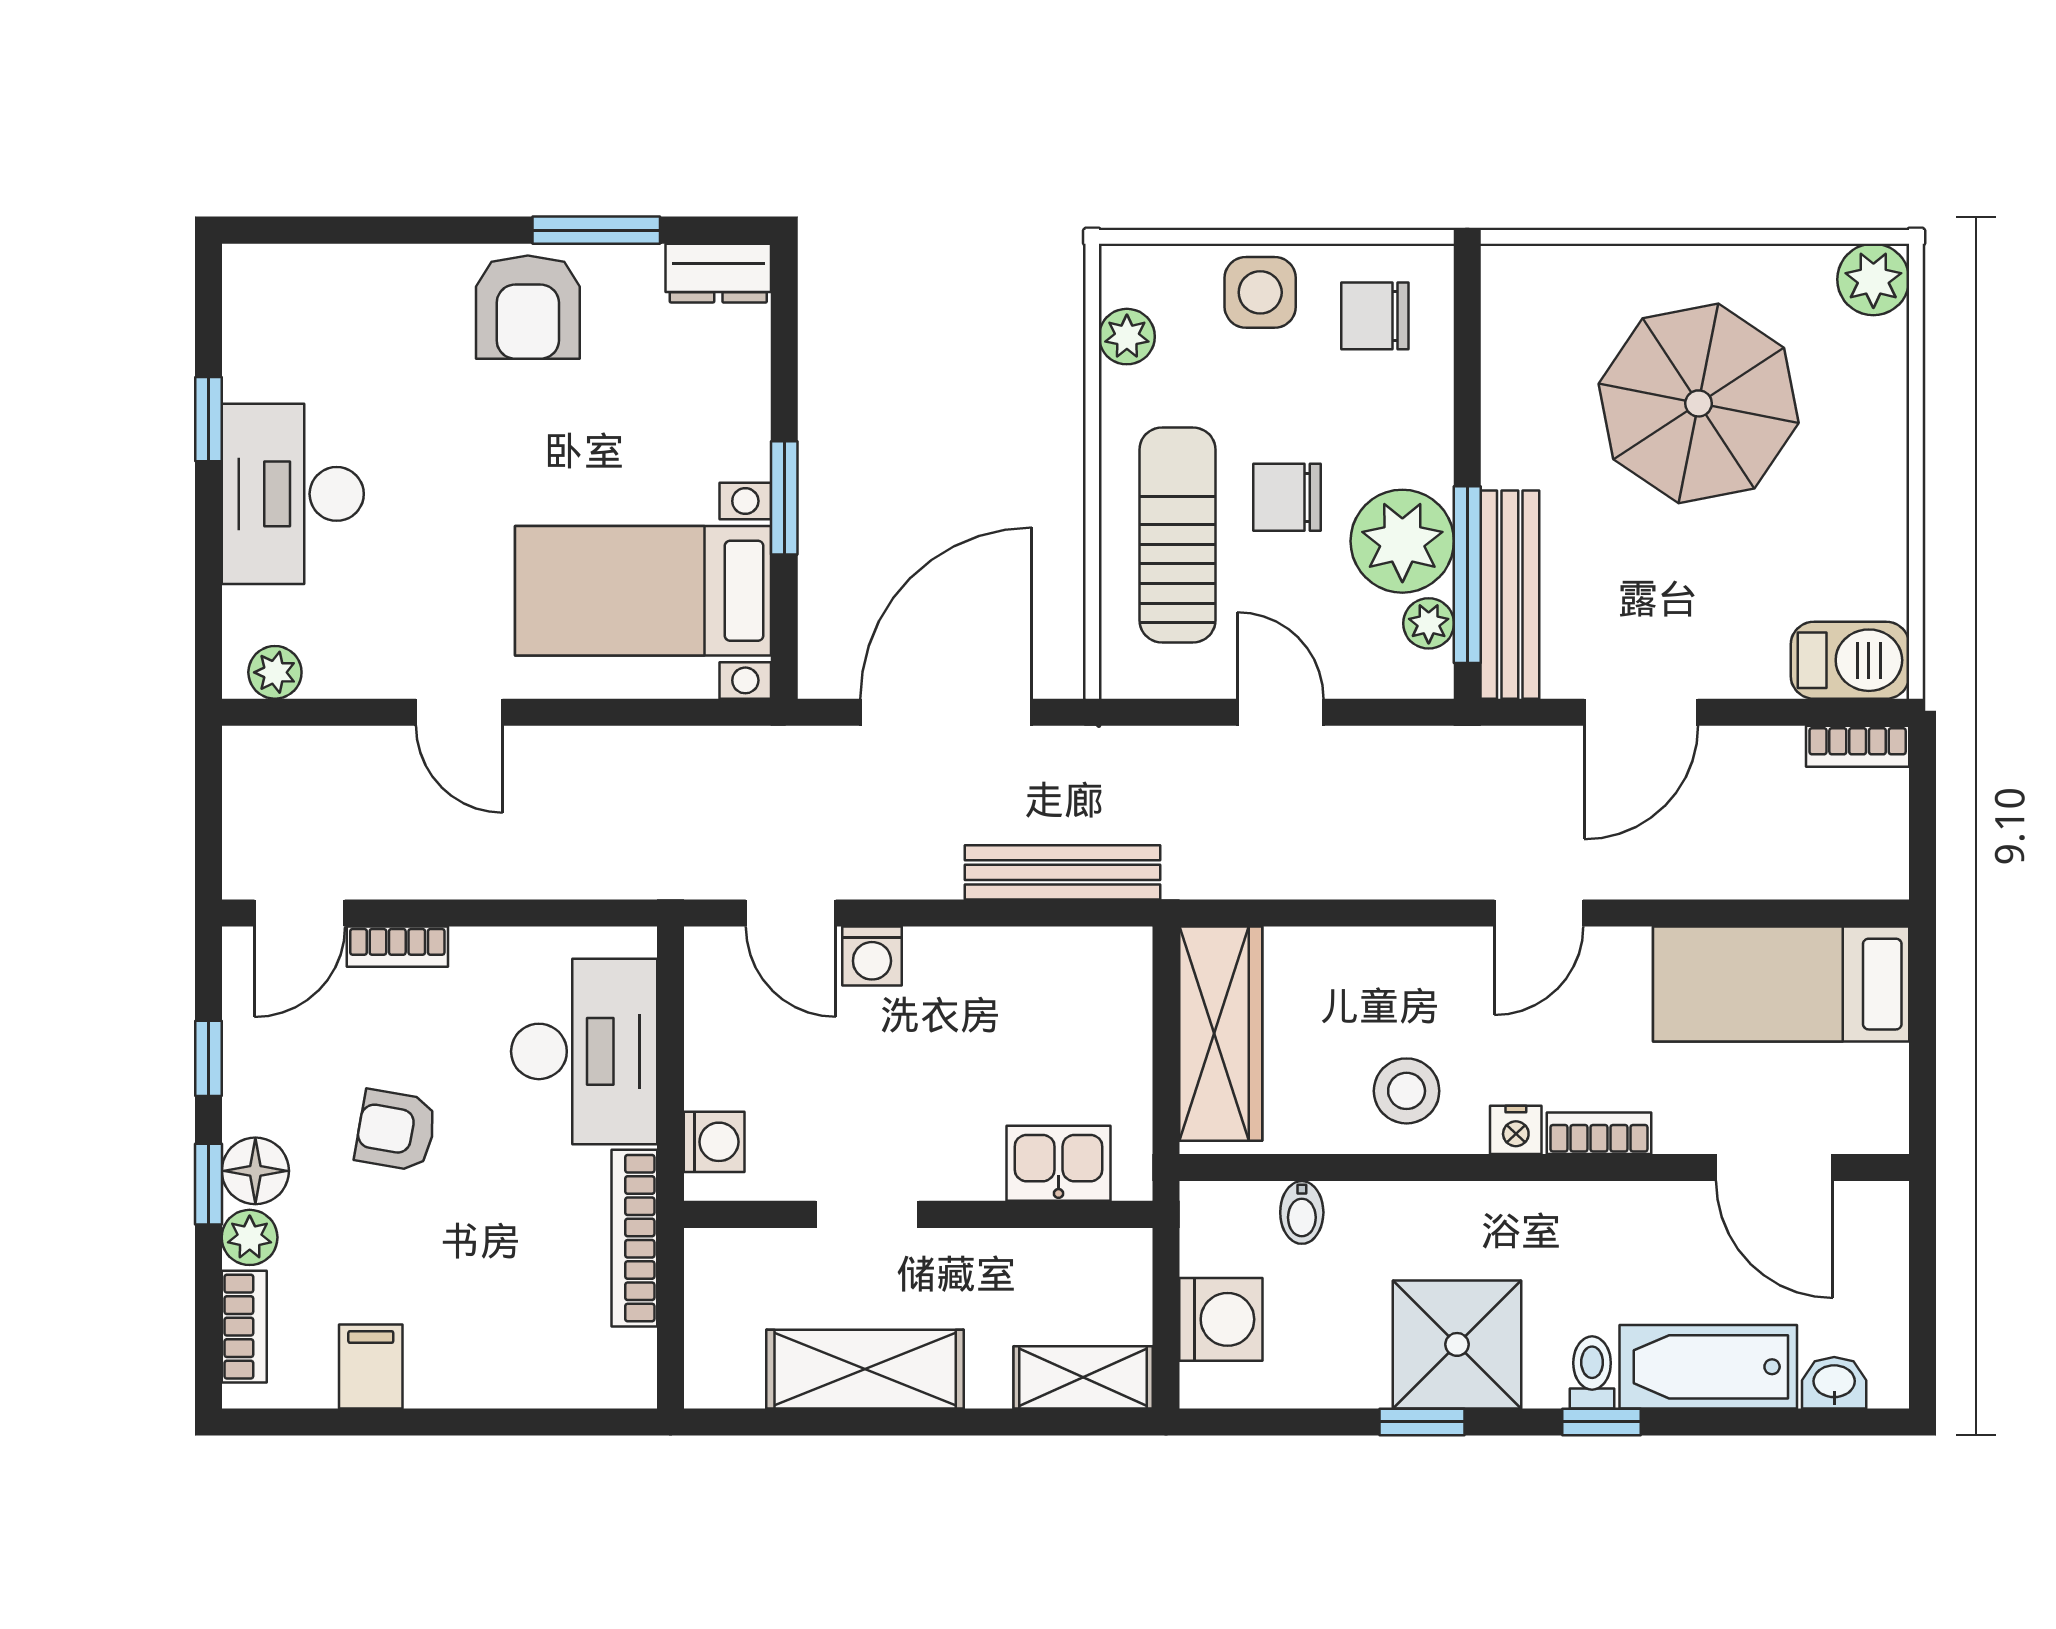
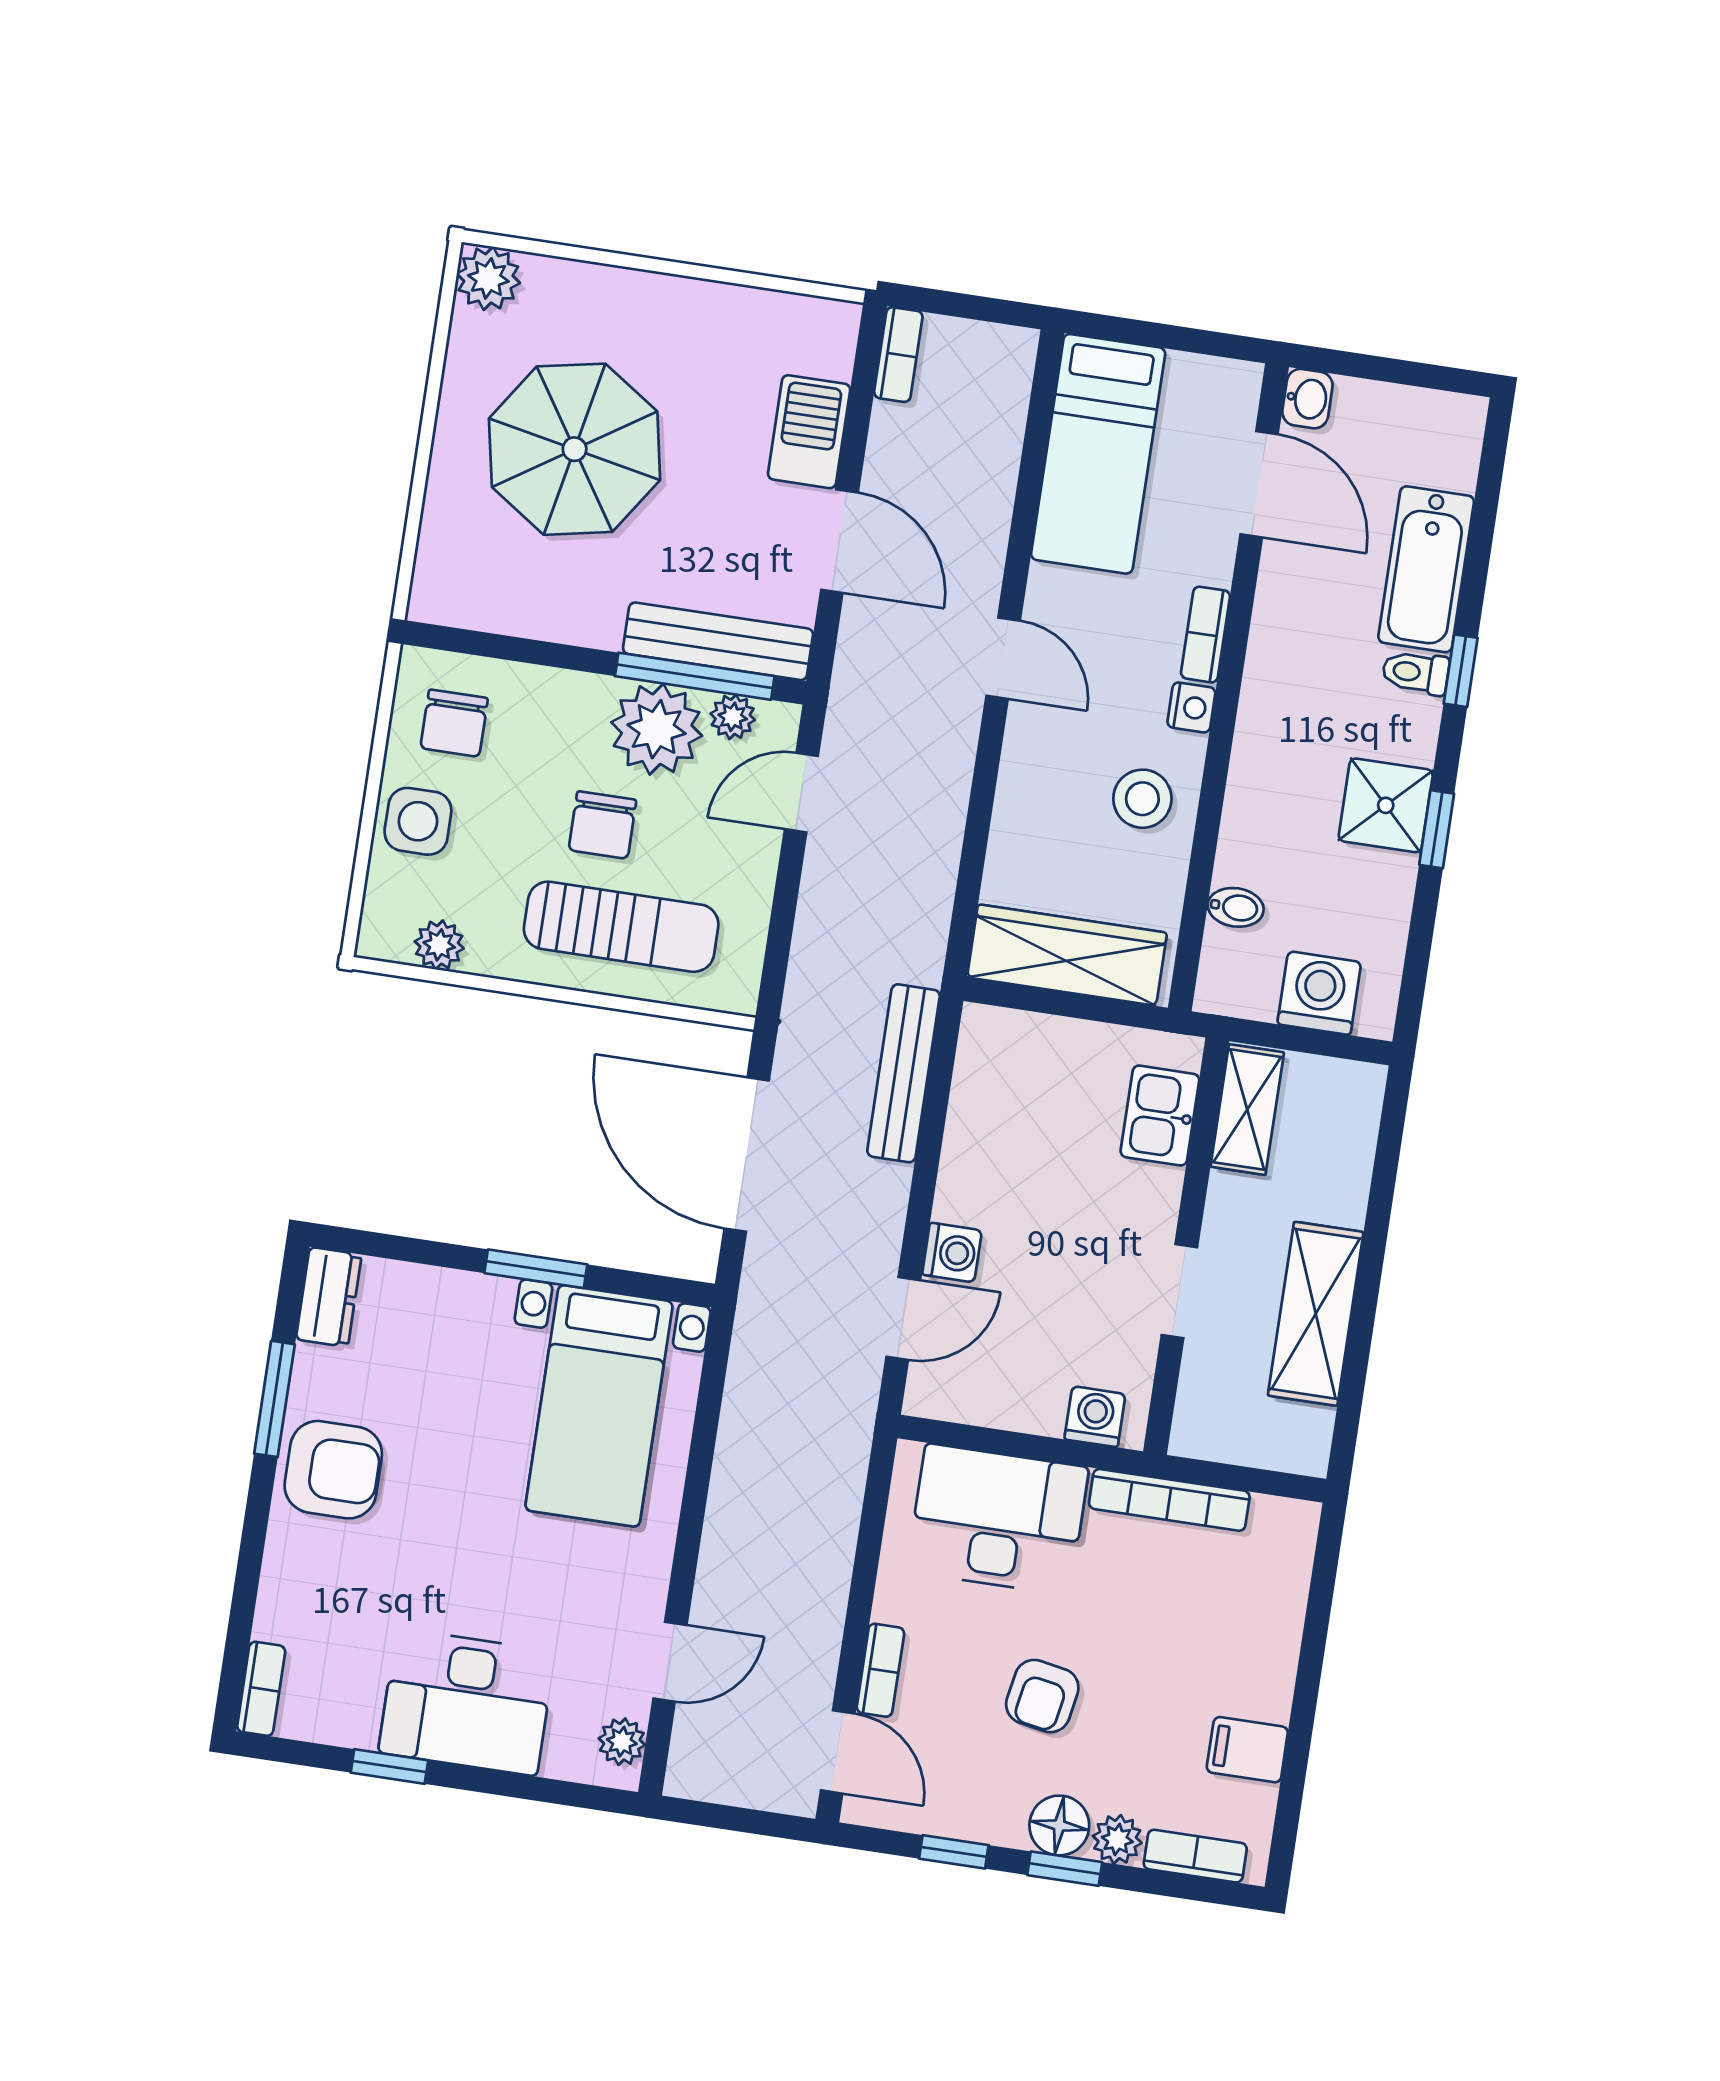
bookcase: (273, 264) -> (261, 1689), added
sun lounger: (1177, 535) -> (621, 927), turned 180
barbecue: (1850, 660) -> (809, 432), moved
door: (459, 712) -> (670, 1662), moved
door: (1280, 712) -> (801, 793), moved
door: (1774, 1168) -> (1259, 484), hinge flipped
shower: (1457, 1344) -> (1386, 805), width x0.73, depth x0.73
shelving: (1083, 1377) -> (1247, 1110), moved
washbasin: (1834, 1383) -> (1307, 399), moved, turned 180

